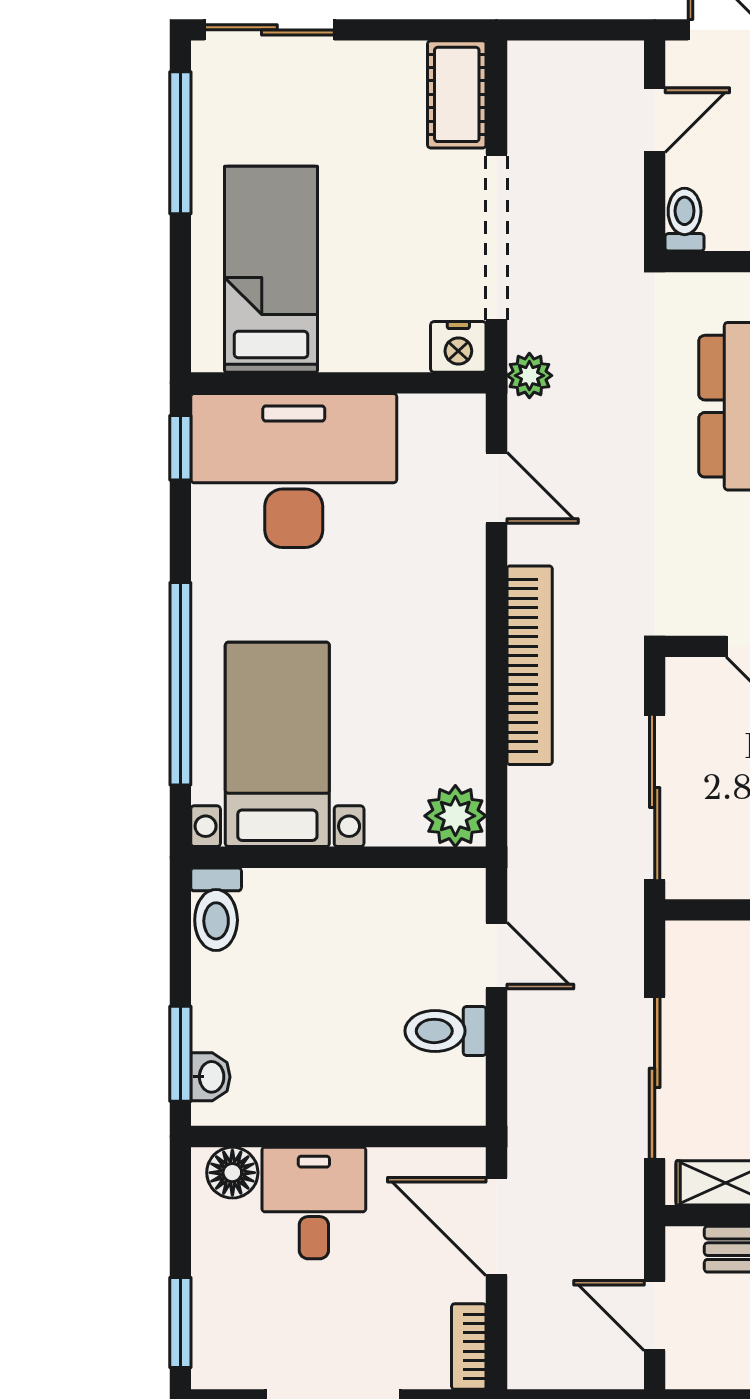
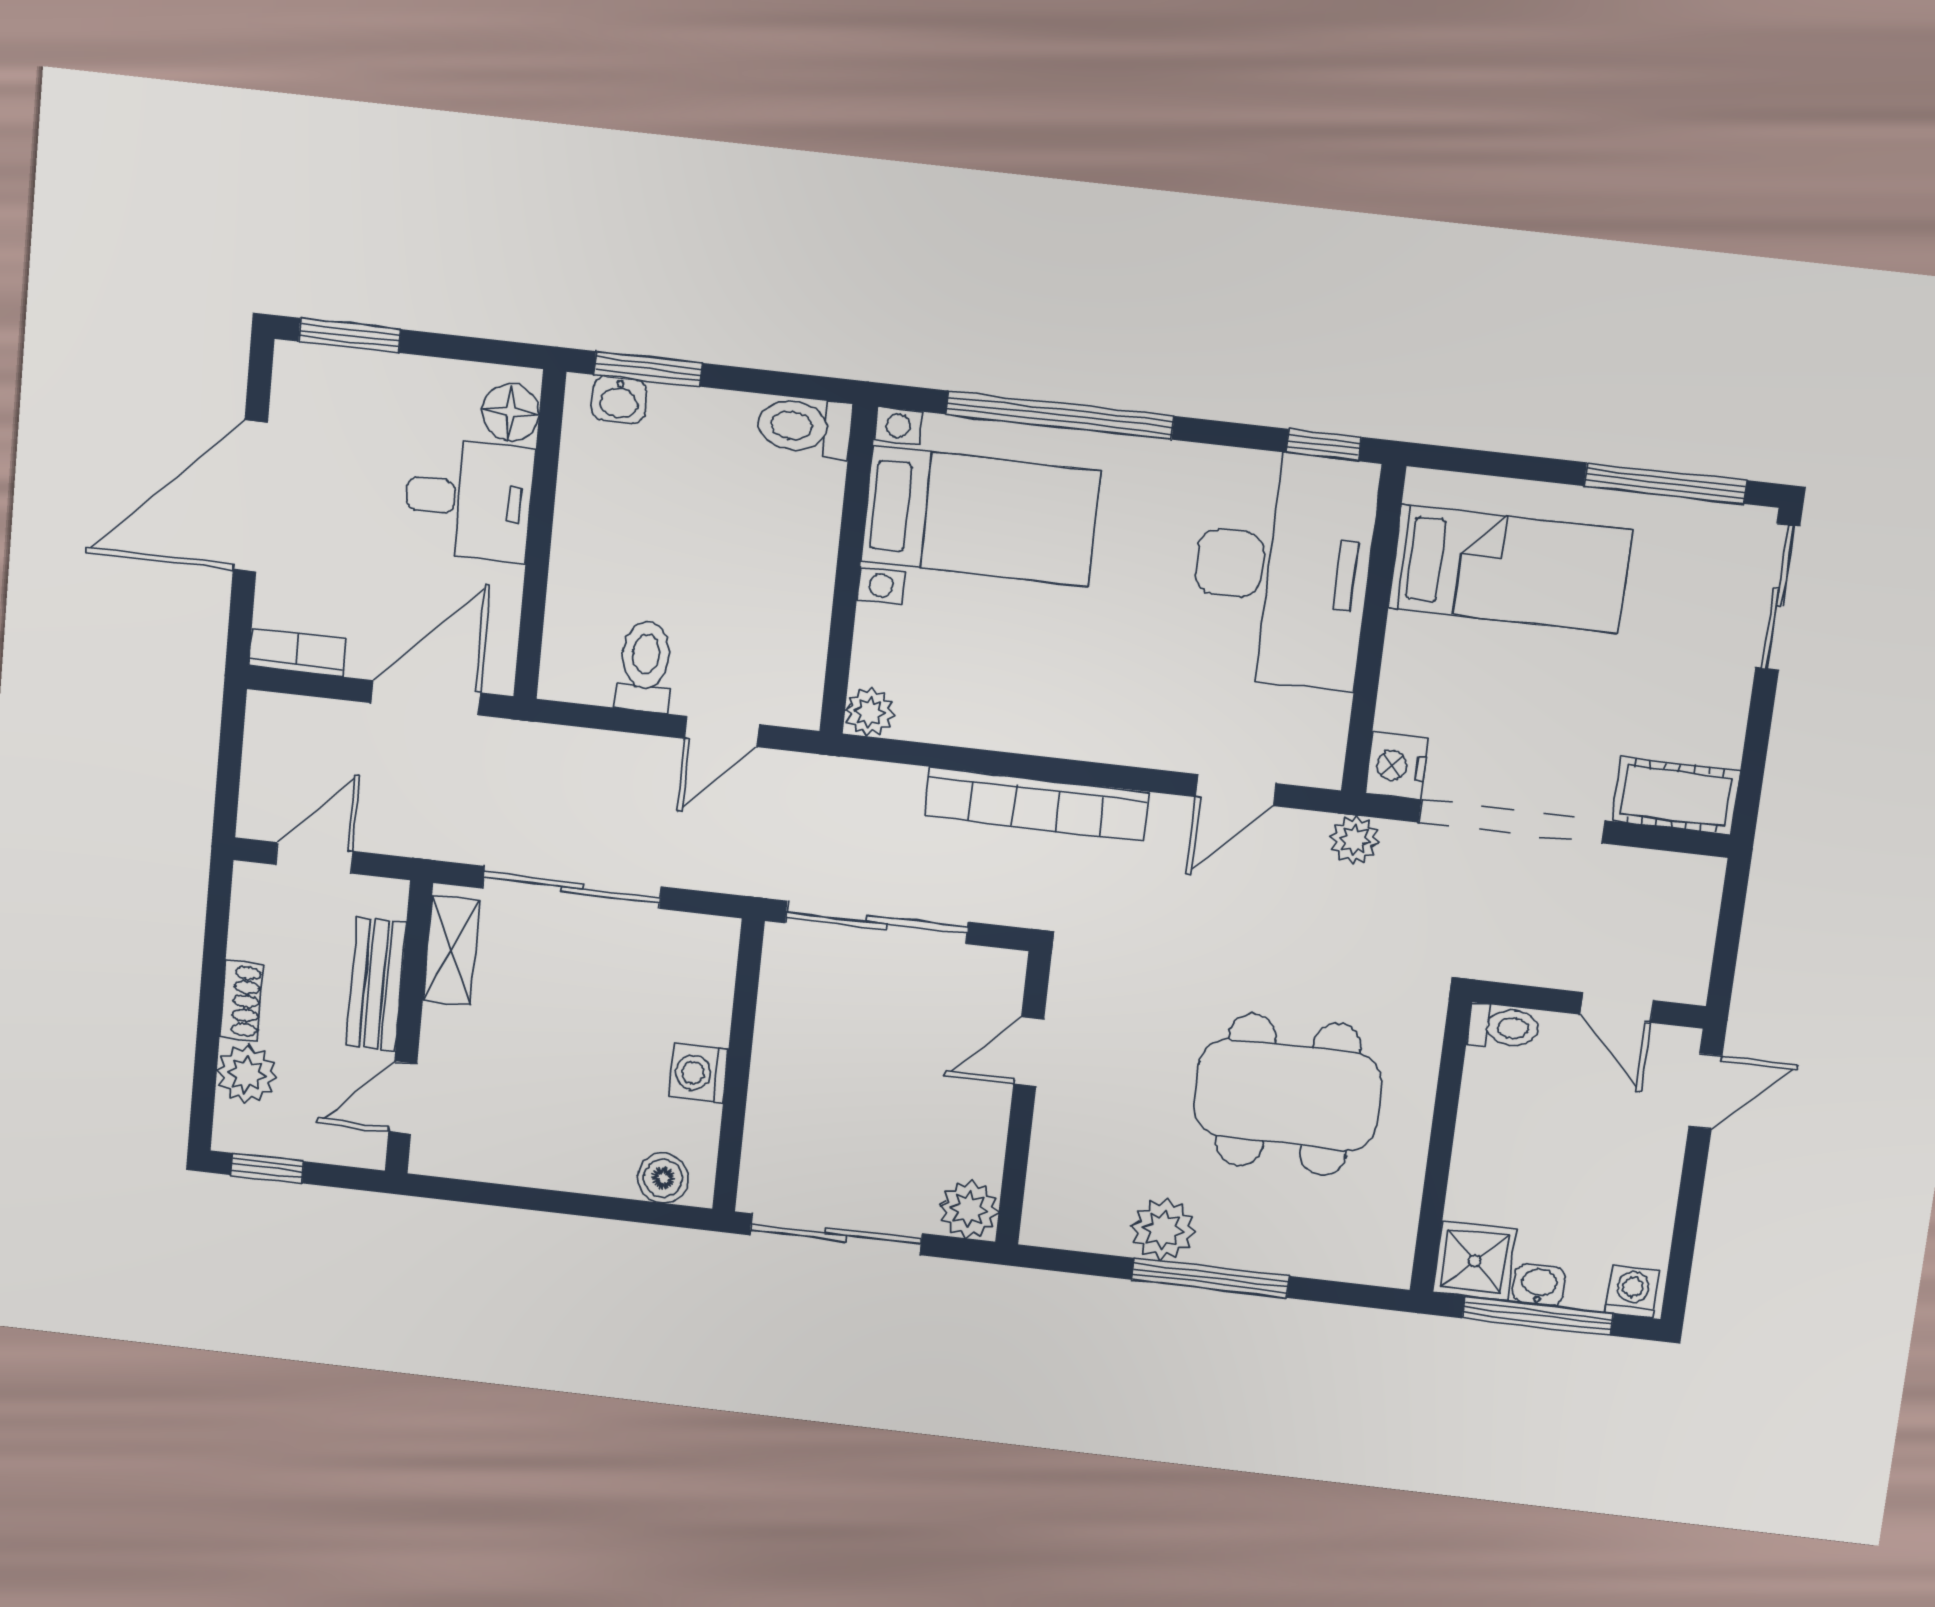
plant: (455, 816) -> (870, 712), width x0.73, depth x0.73

